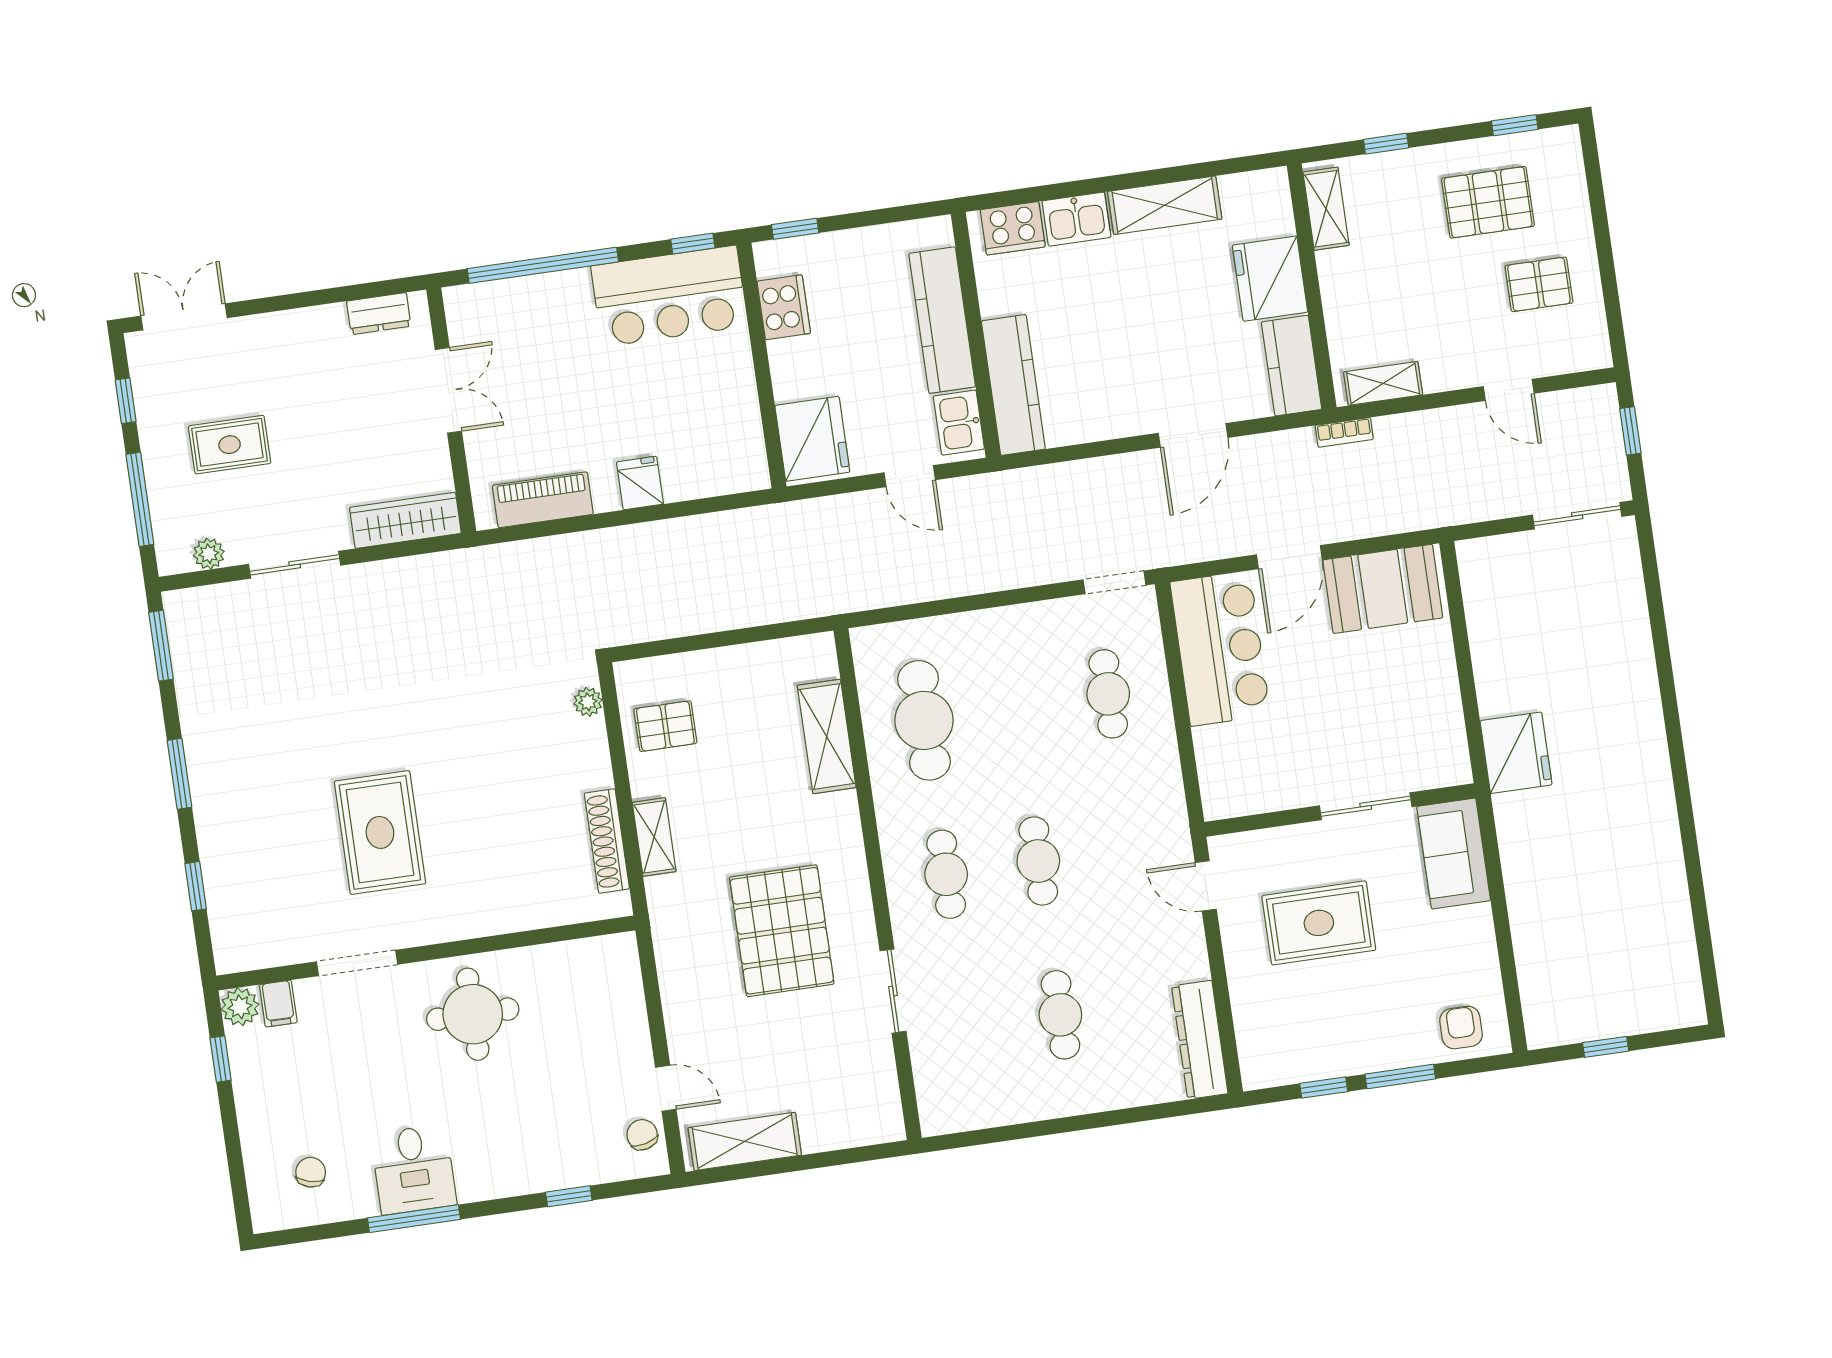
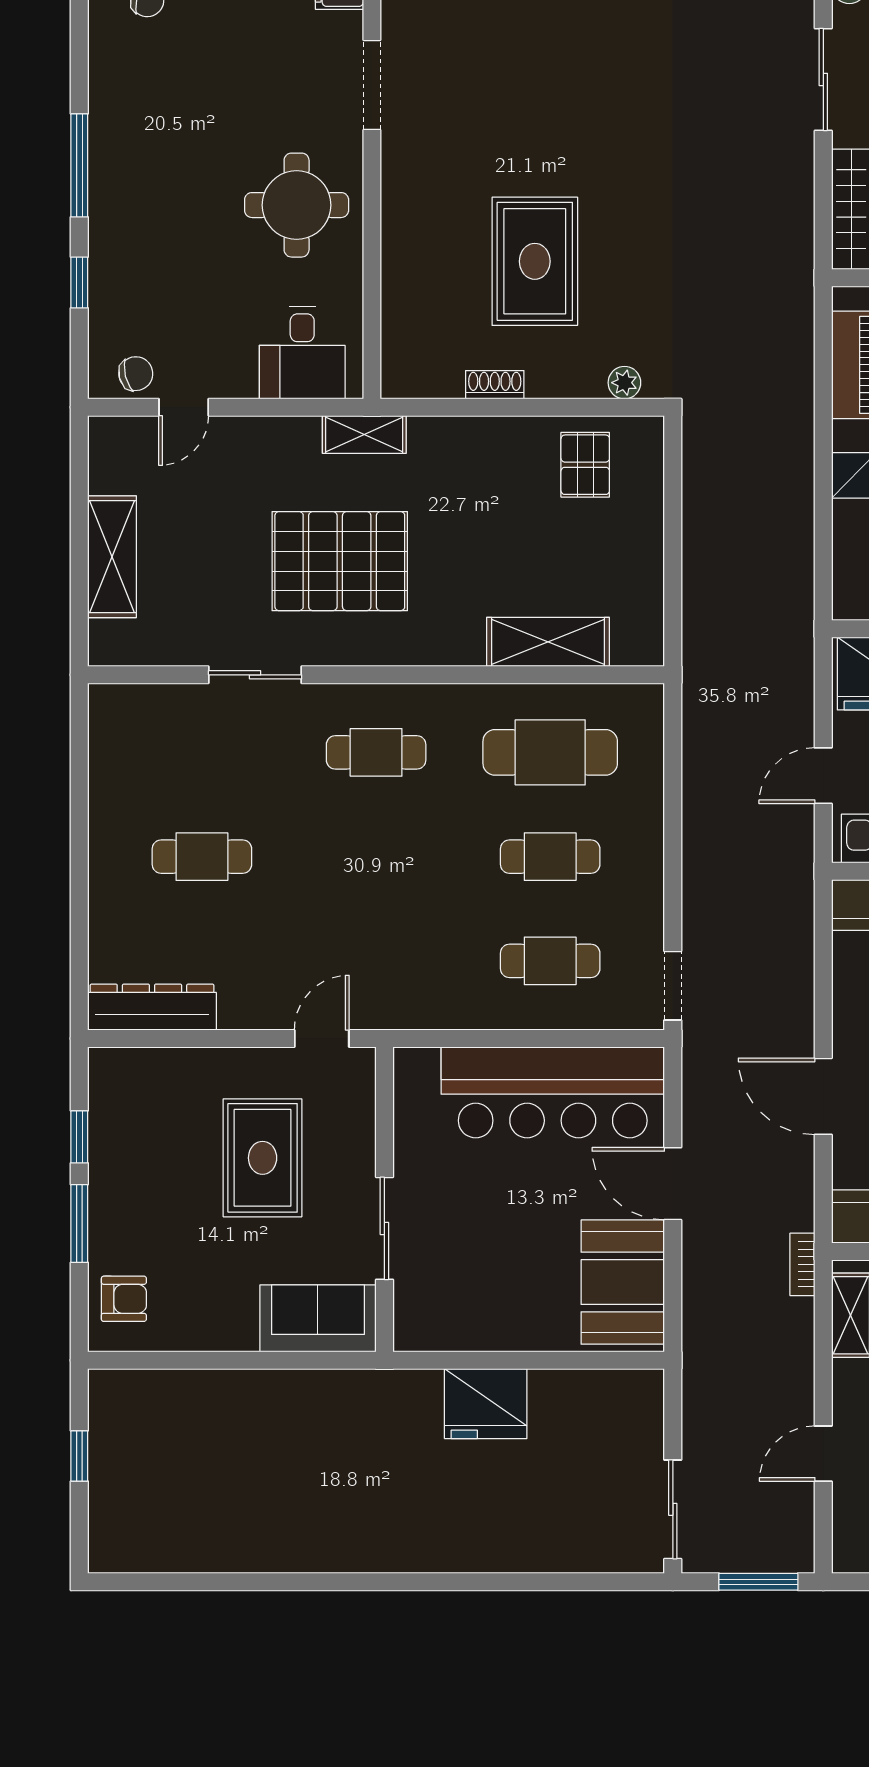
window: (1630, 431) -> (758, 1582), width x1.50
bar counter: (1220, 649) -> (553, 1092), width x1.36
fridge: (1516, 753) -> (486, 1404), moved
rug: (380, 832) -> (535, 261), moved, turned 90
shelving: (654, 837) -> (364, 434), moved
shoe rack: (607, 841) -> (495, 385), width x0.51, depth x0.81
cafe table: (1038, 861) -> (550, 857), moved
shelving: (745, 1141) -> (112, 557), moved
desk: (414, 1169) -> (302, 353), moved, turned -90
window: (414, 1219) -> (79, 165), moved

